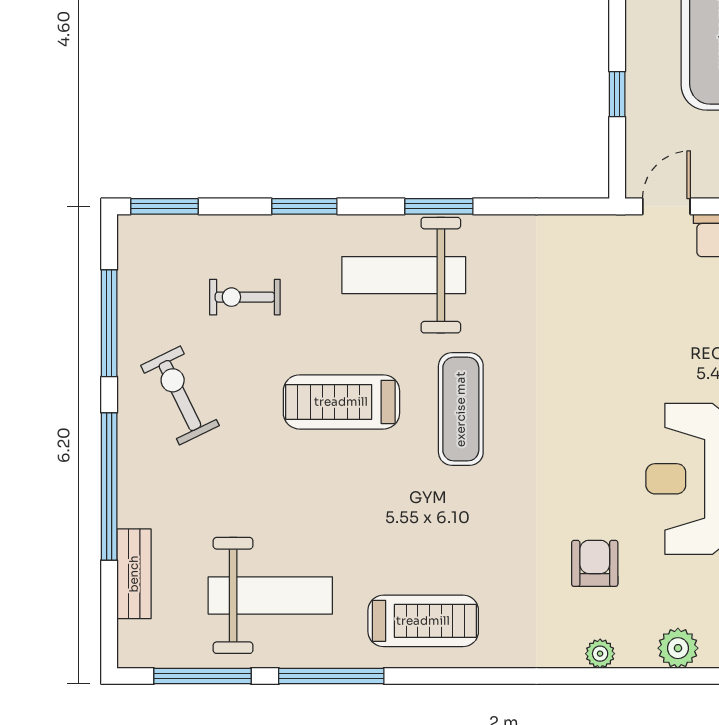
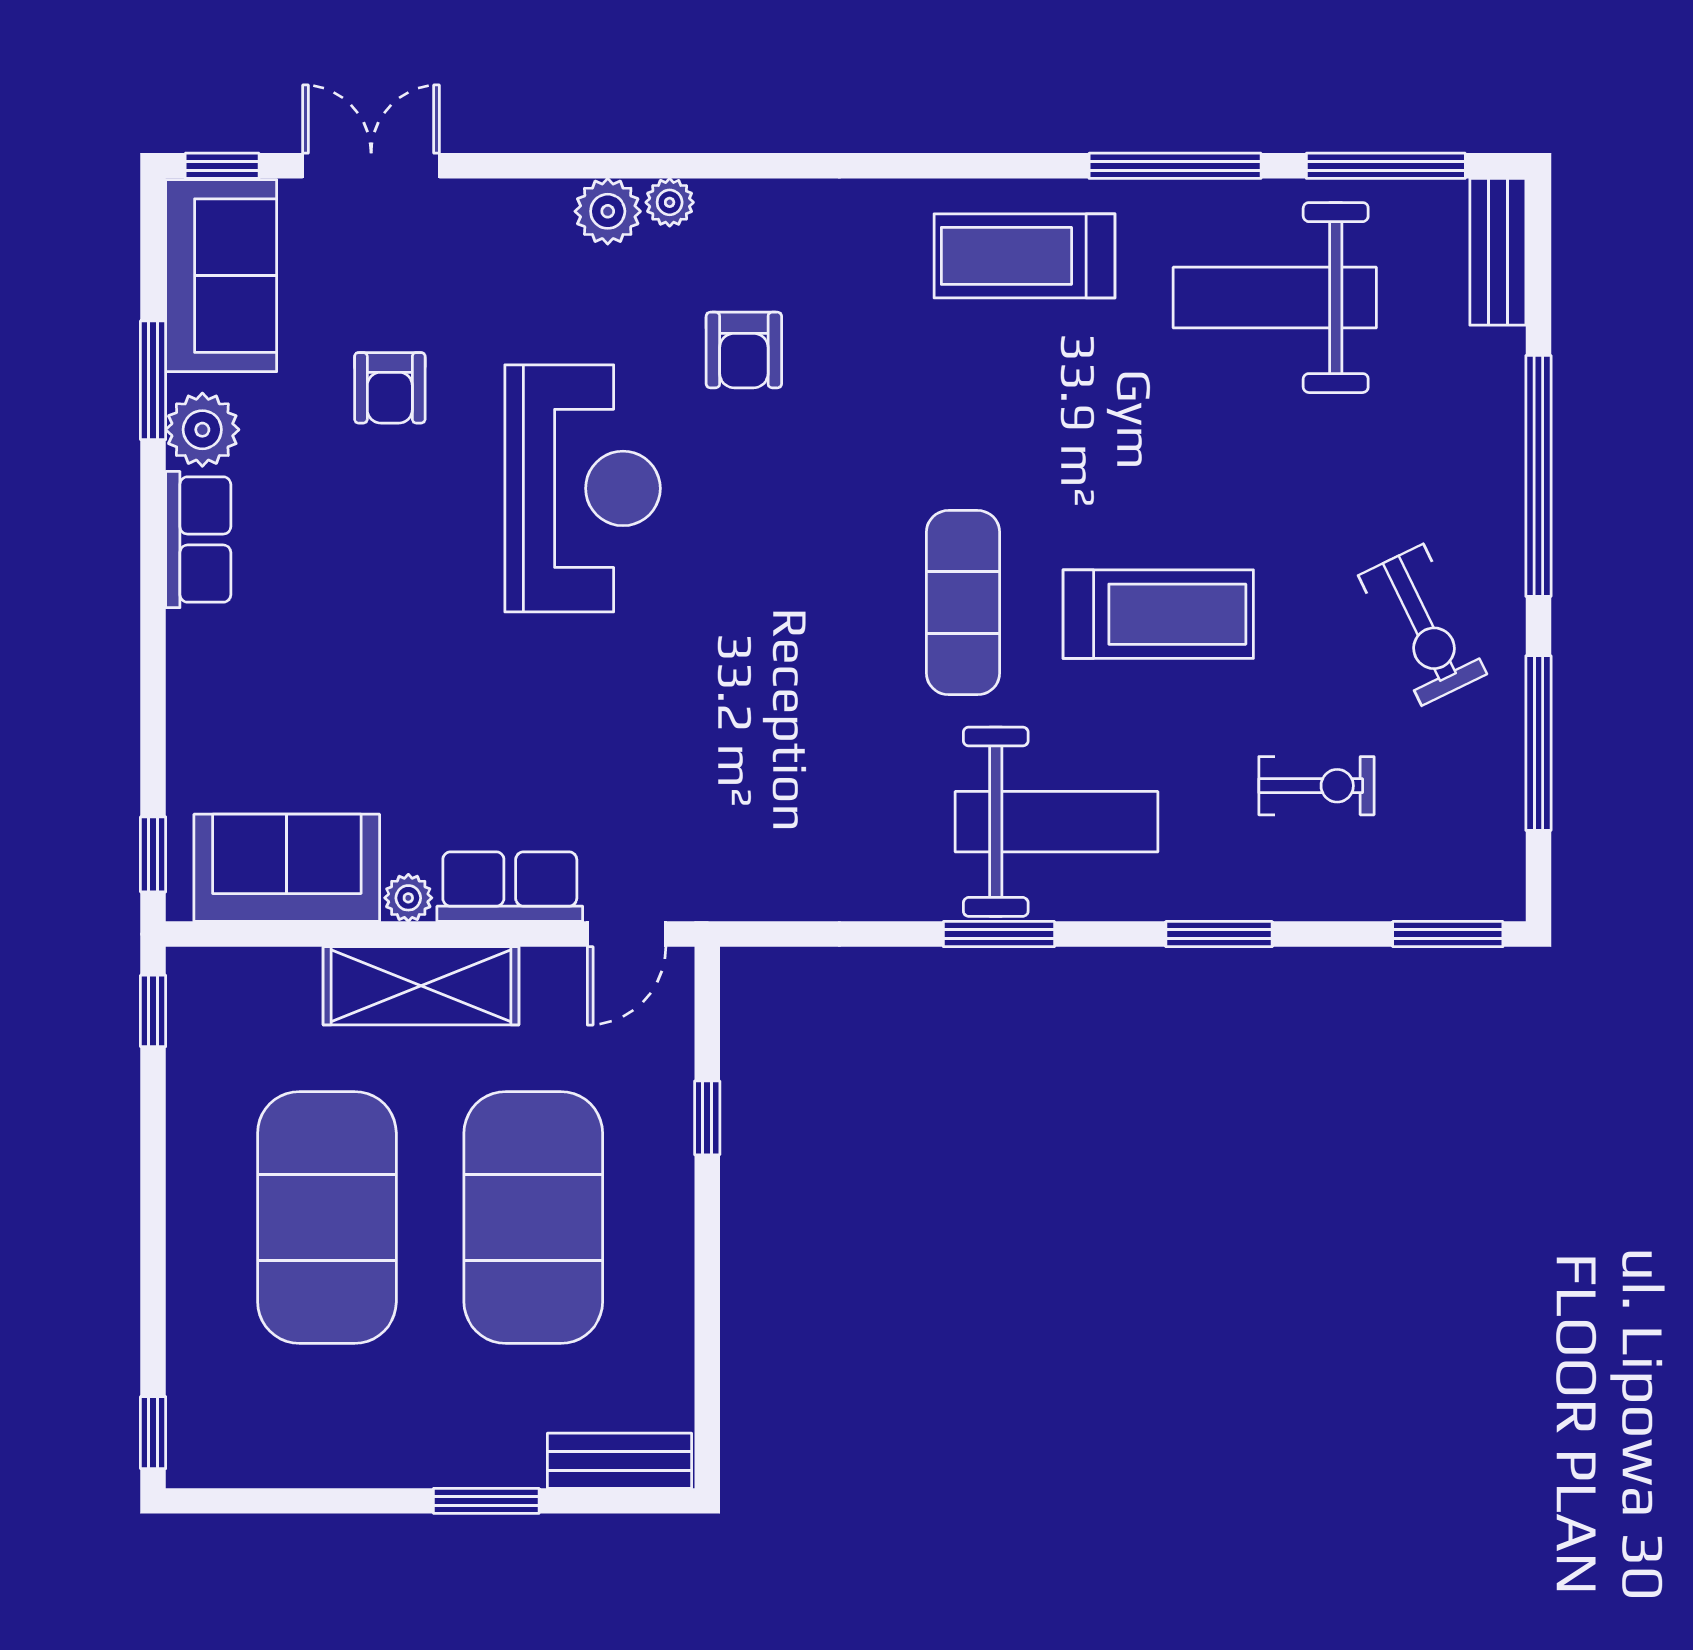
bench: (134, 574) -> (1498, 252), moved
plant: (600, 654) -> (670, 202), moved

